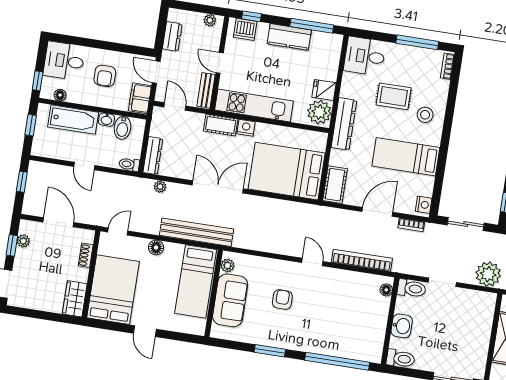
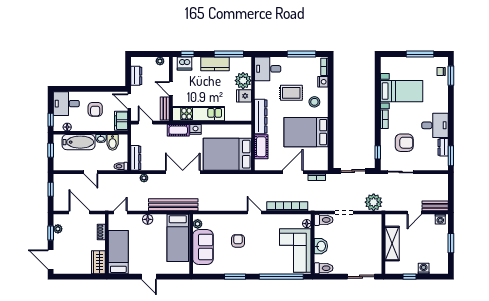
plant: (319, 112) -> (243, 81), moved
bed: (406, 157) -> (306, 132), width x1.50
cot: (335, 185) -> (261, 147), moved
nightstand: (424, 205) -> (323, 82), moved
bed: (113, 290) -> (118, 252), width x0.67
corner sofa: (363, 326) -> (295, 251), added

